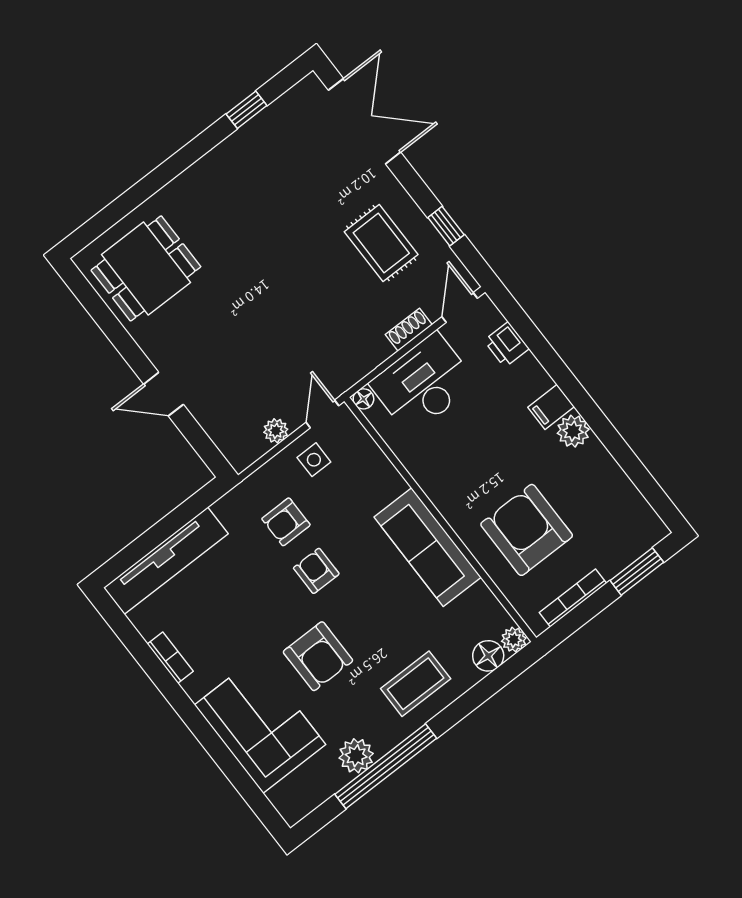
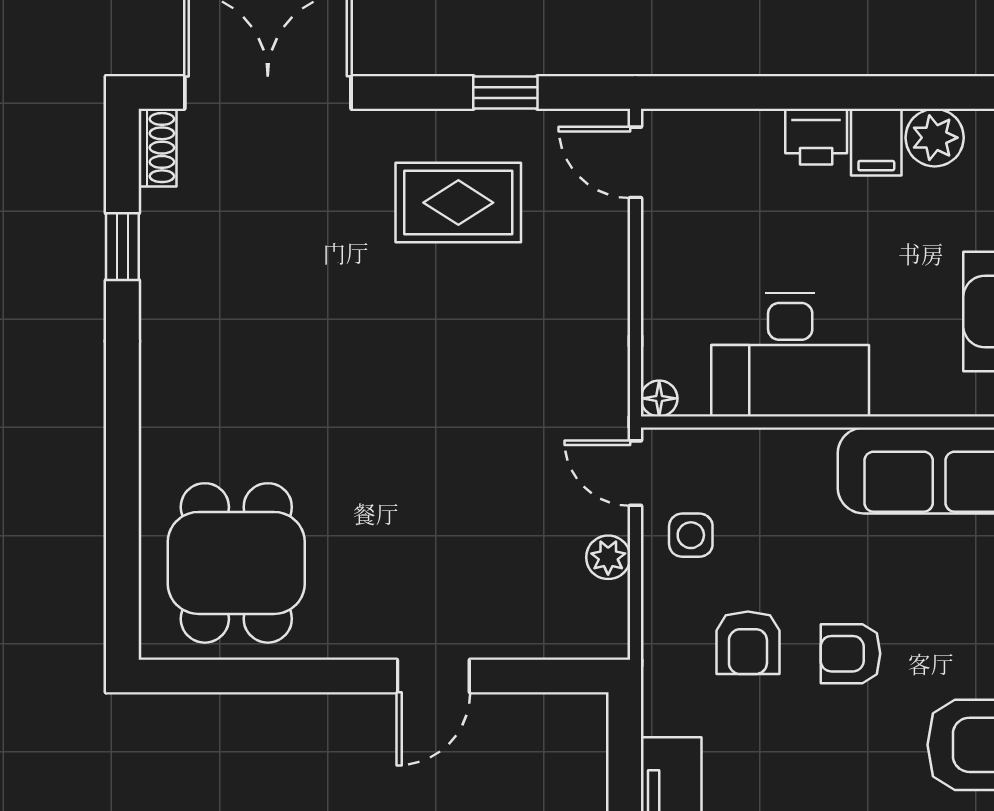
shoe rack: (409, 330) -> (157, 148), moved, turned 180
printer: (507, 345) -> (816, 137), moved
desk: (423, 384) -> (790, 355), moved, turned -90

